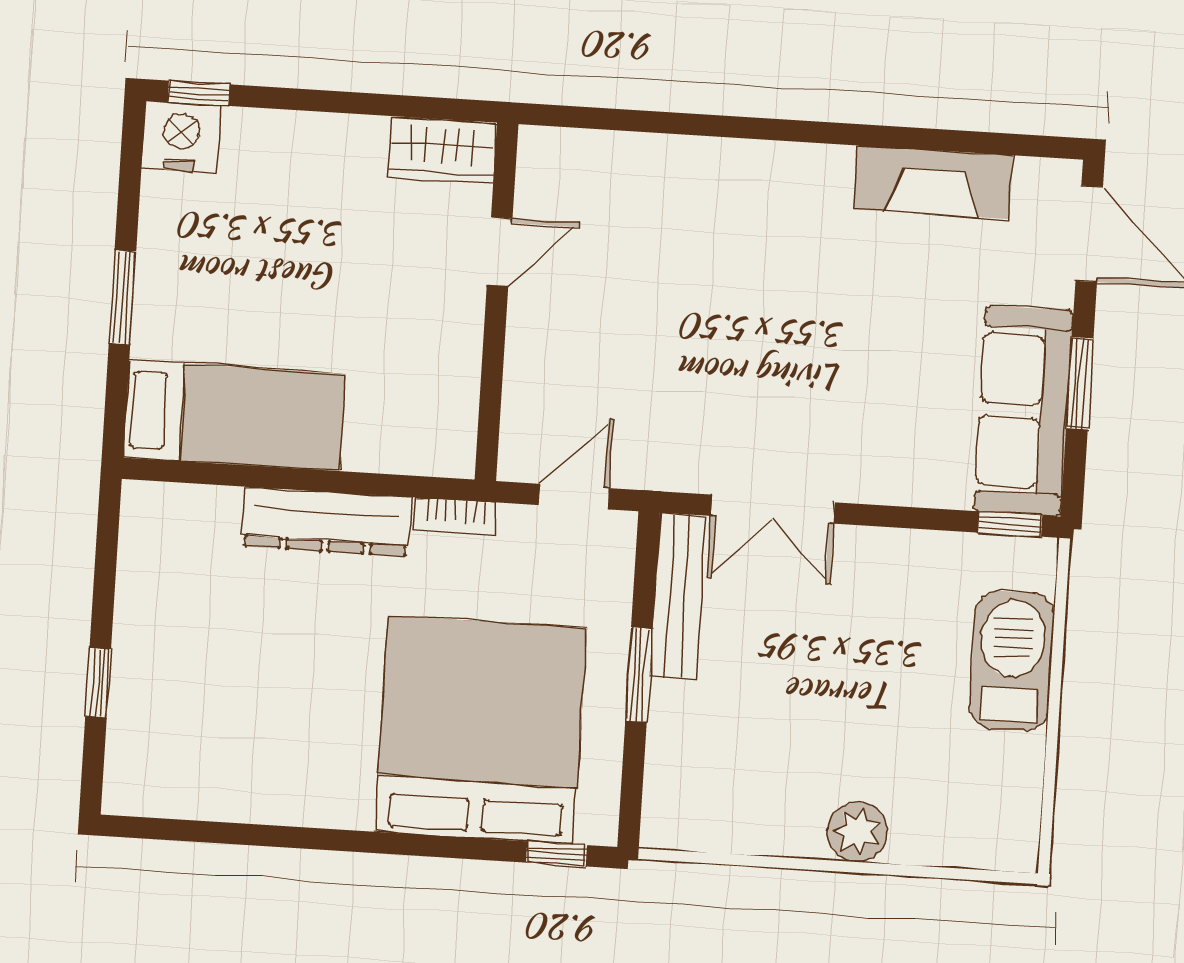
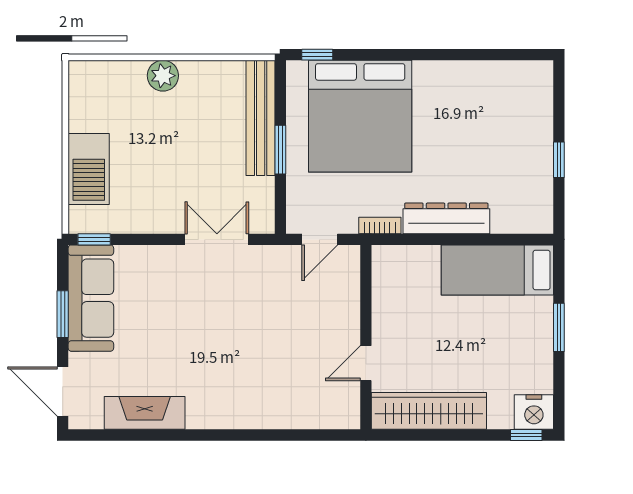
wardrobe: (442, 150) -> (429, 411), width x2.10, depth x1.17
bench: (678, 596) -> (261, 118), moved, width x1.37, depth x1.21
window: (98, 683) -> (559, 160), moved

